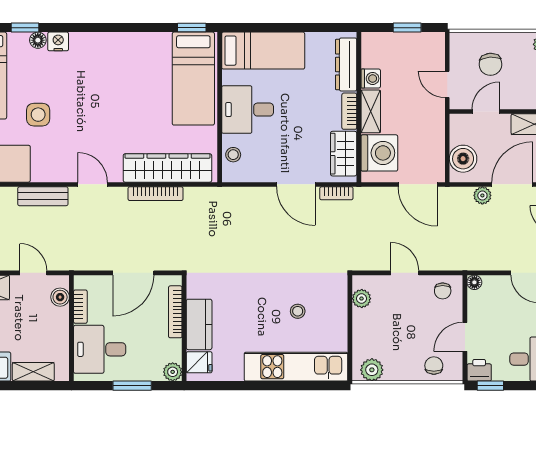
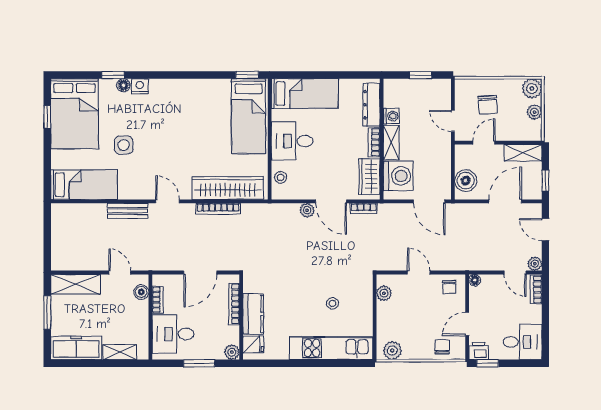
plant: (482, 195) -> (307, 210), moved

